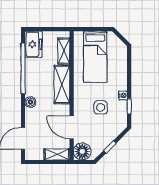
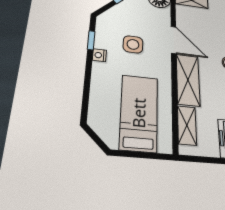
door: (72, 127) -> (174, 40), moved

